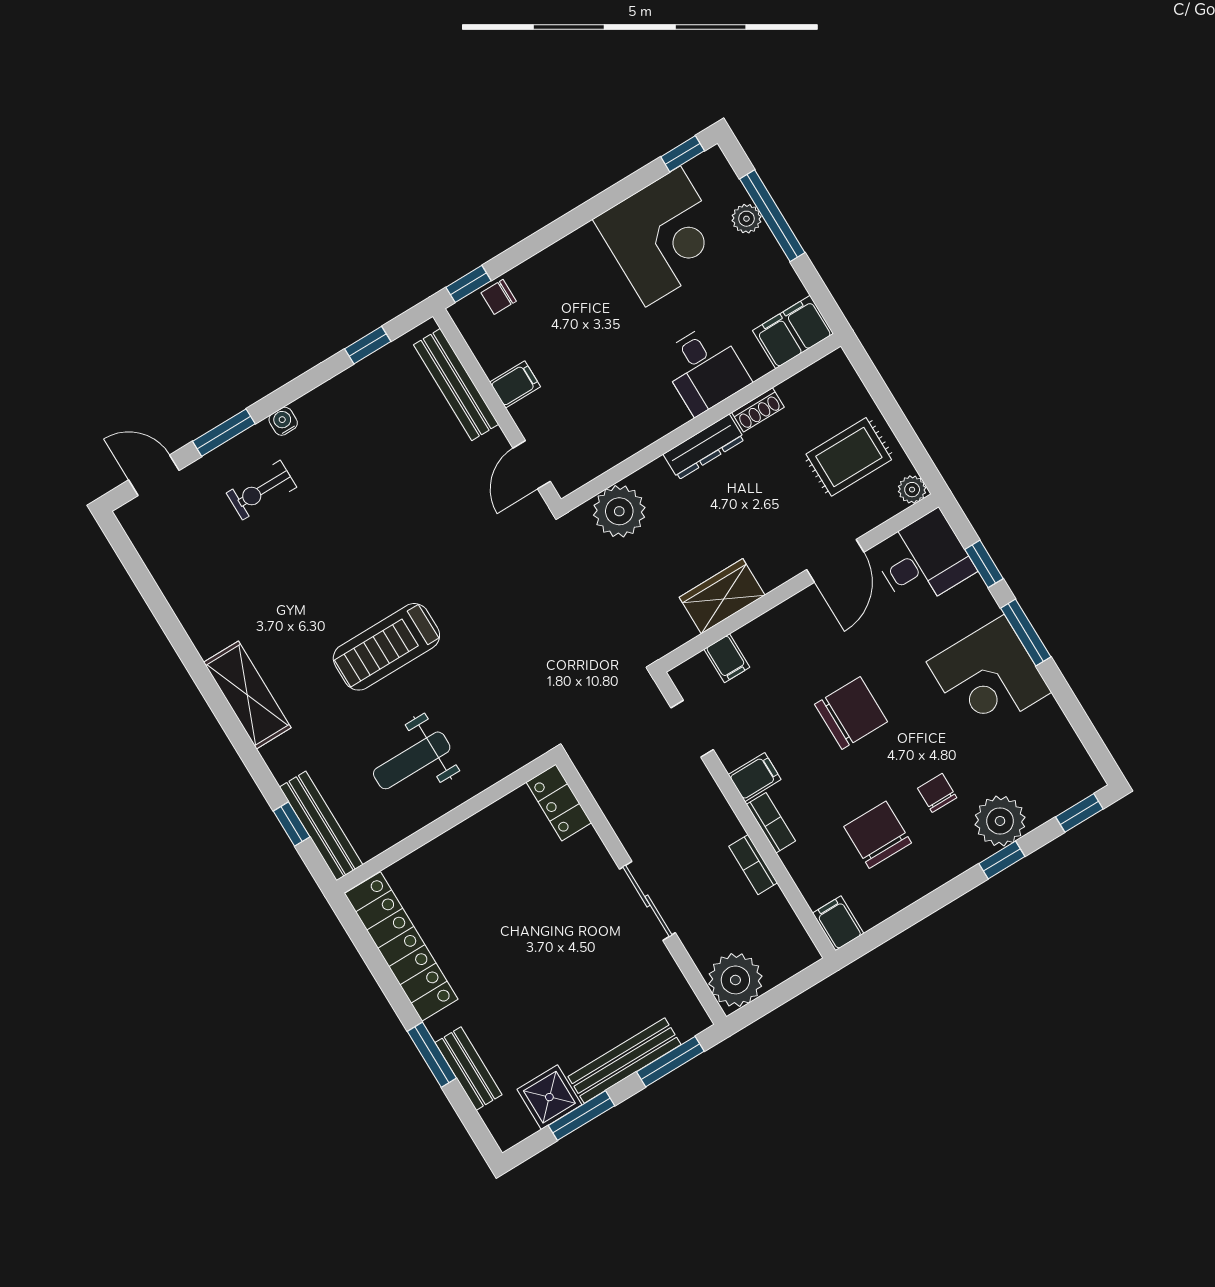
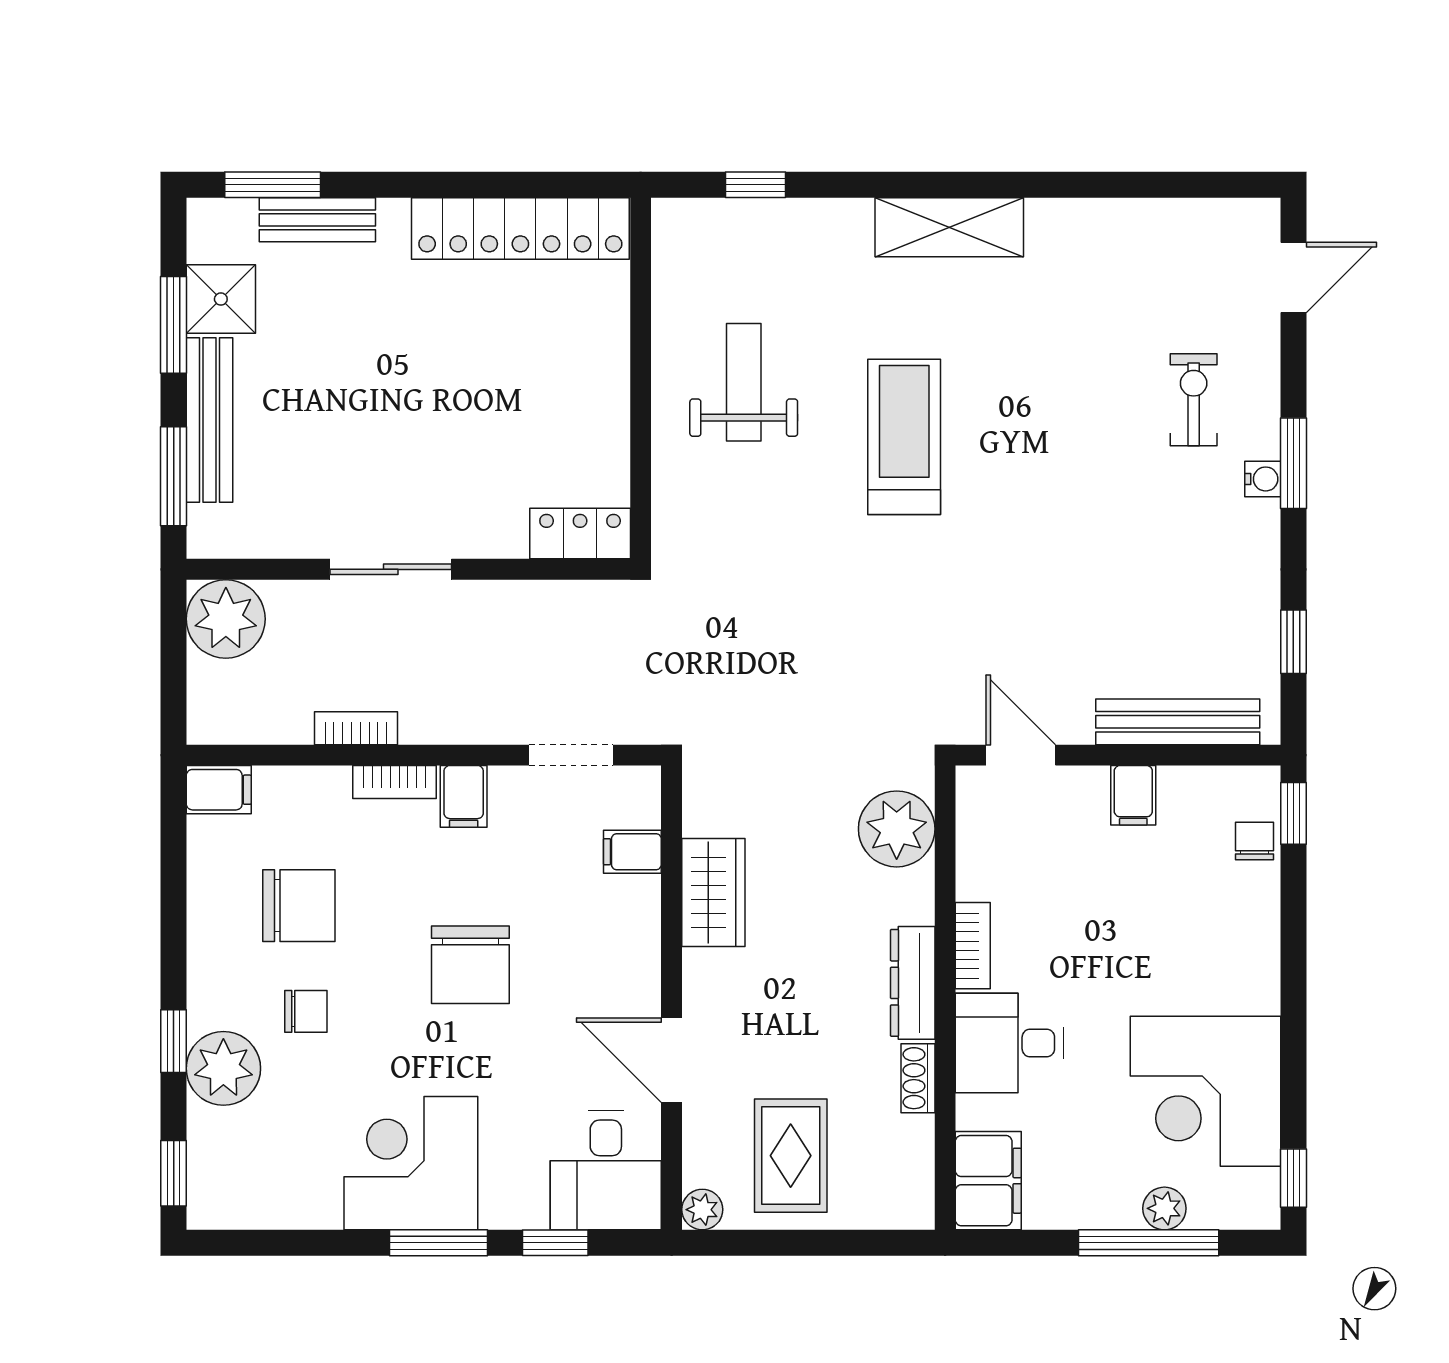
bookcase: (661, 425) -> (973, 946), added
window: (224, 433) -> (1293, 463), moved
bench: (321, 826) -> (731, 220), removed
window: (432, 1055) -> (273, 185), moved

